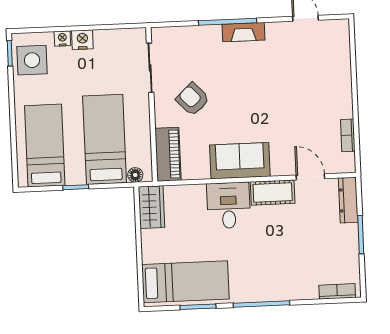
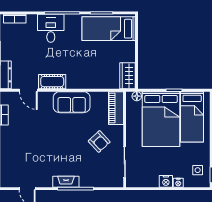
side table: (32, 60) -> (198, 170), width x0.54, depth x0.54
bed: (105, 139) -> (161, 119), width x1.50
desk: (229, 205) -> (51, 28), moved, turned 180

